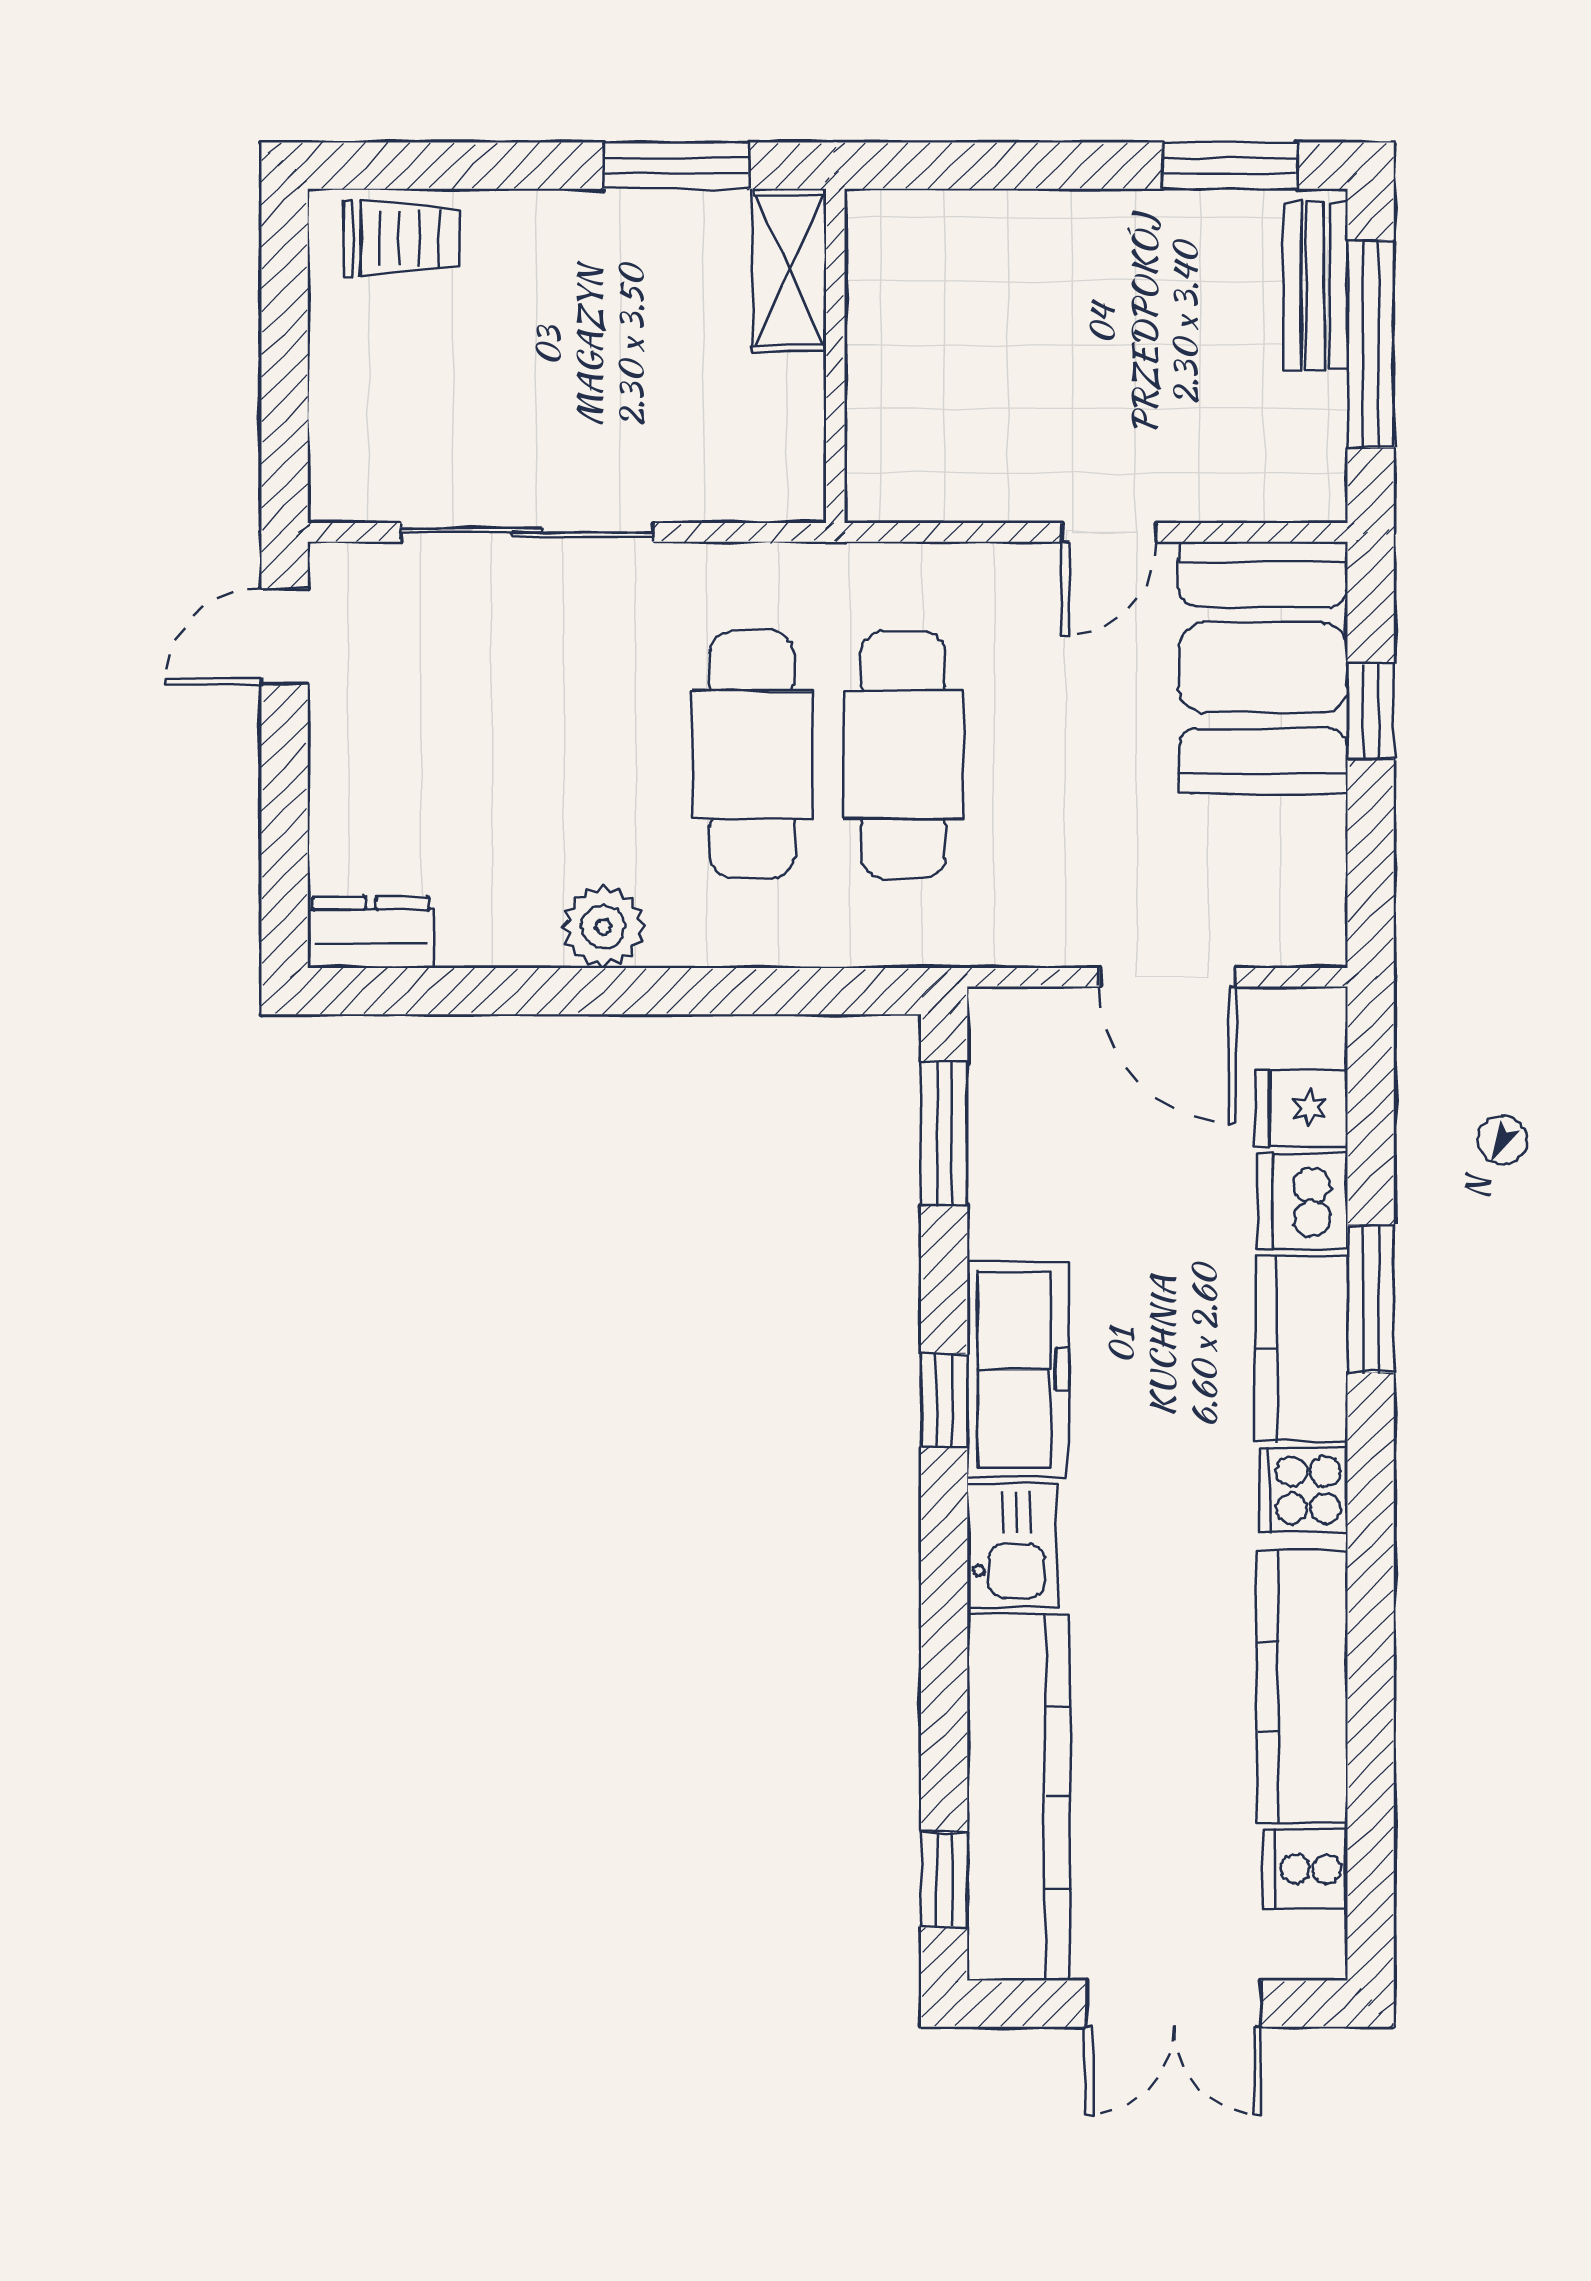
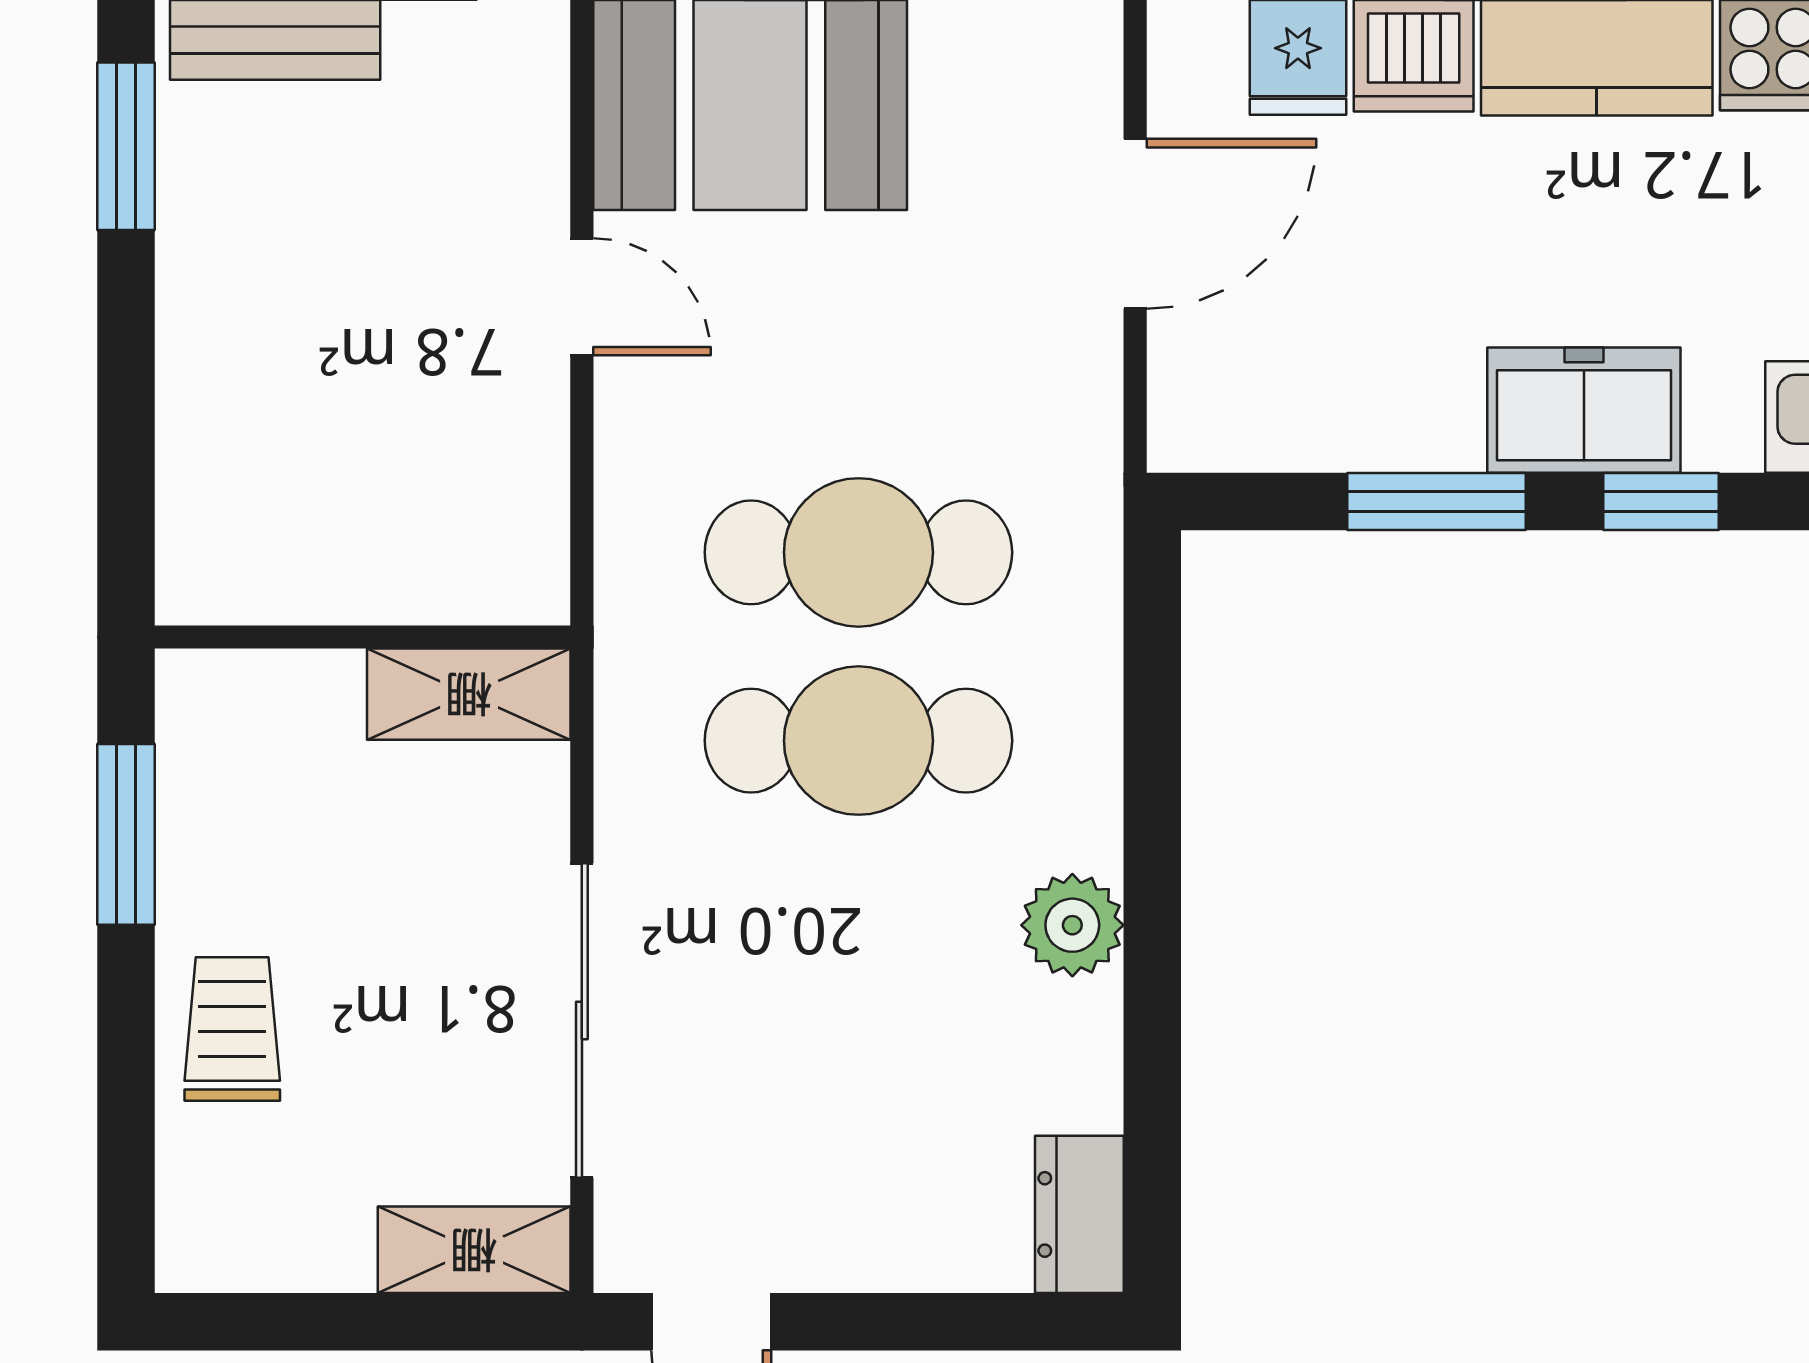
trolley: (401, 238) -> (232, 1029), moved
shelving: (789, 270) -> (469, 694), moved
shelving: (342, 446) -> (474, 1250), added
window: (944, 1134) -> (1436, 502), moved
freezer: (1018, 1369) -> (1584, 410), width x0.71

